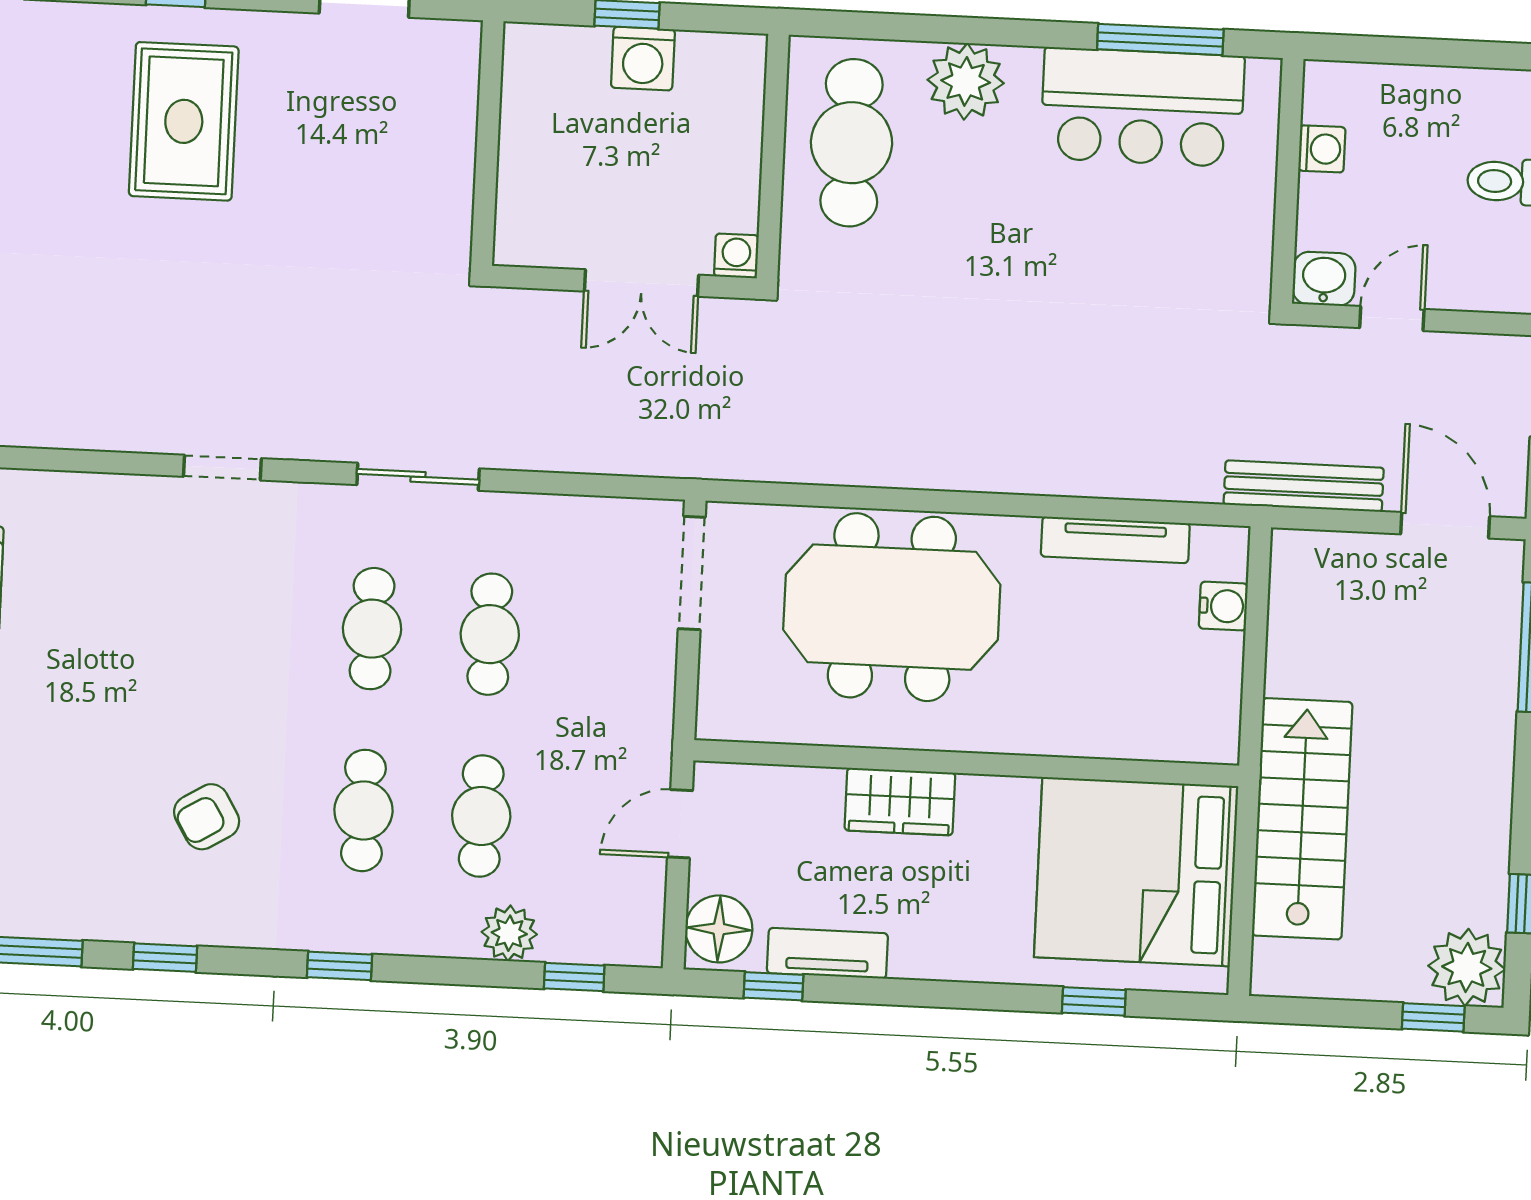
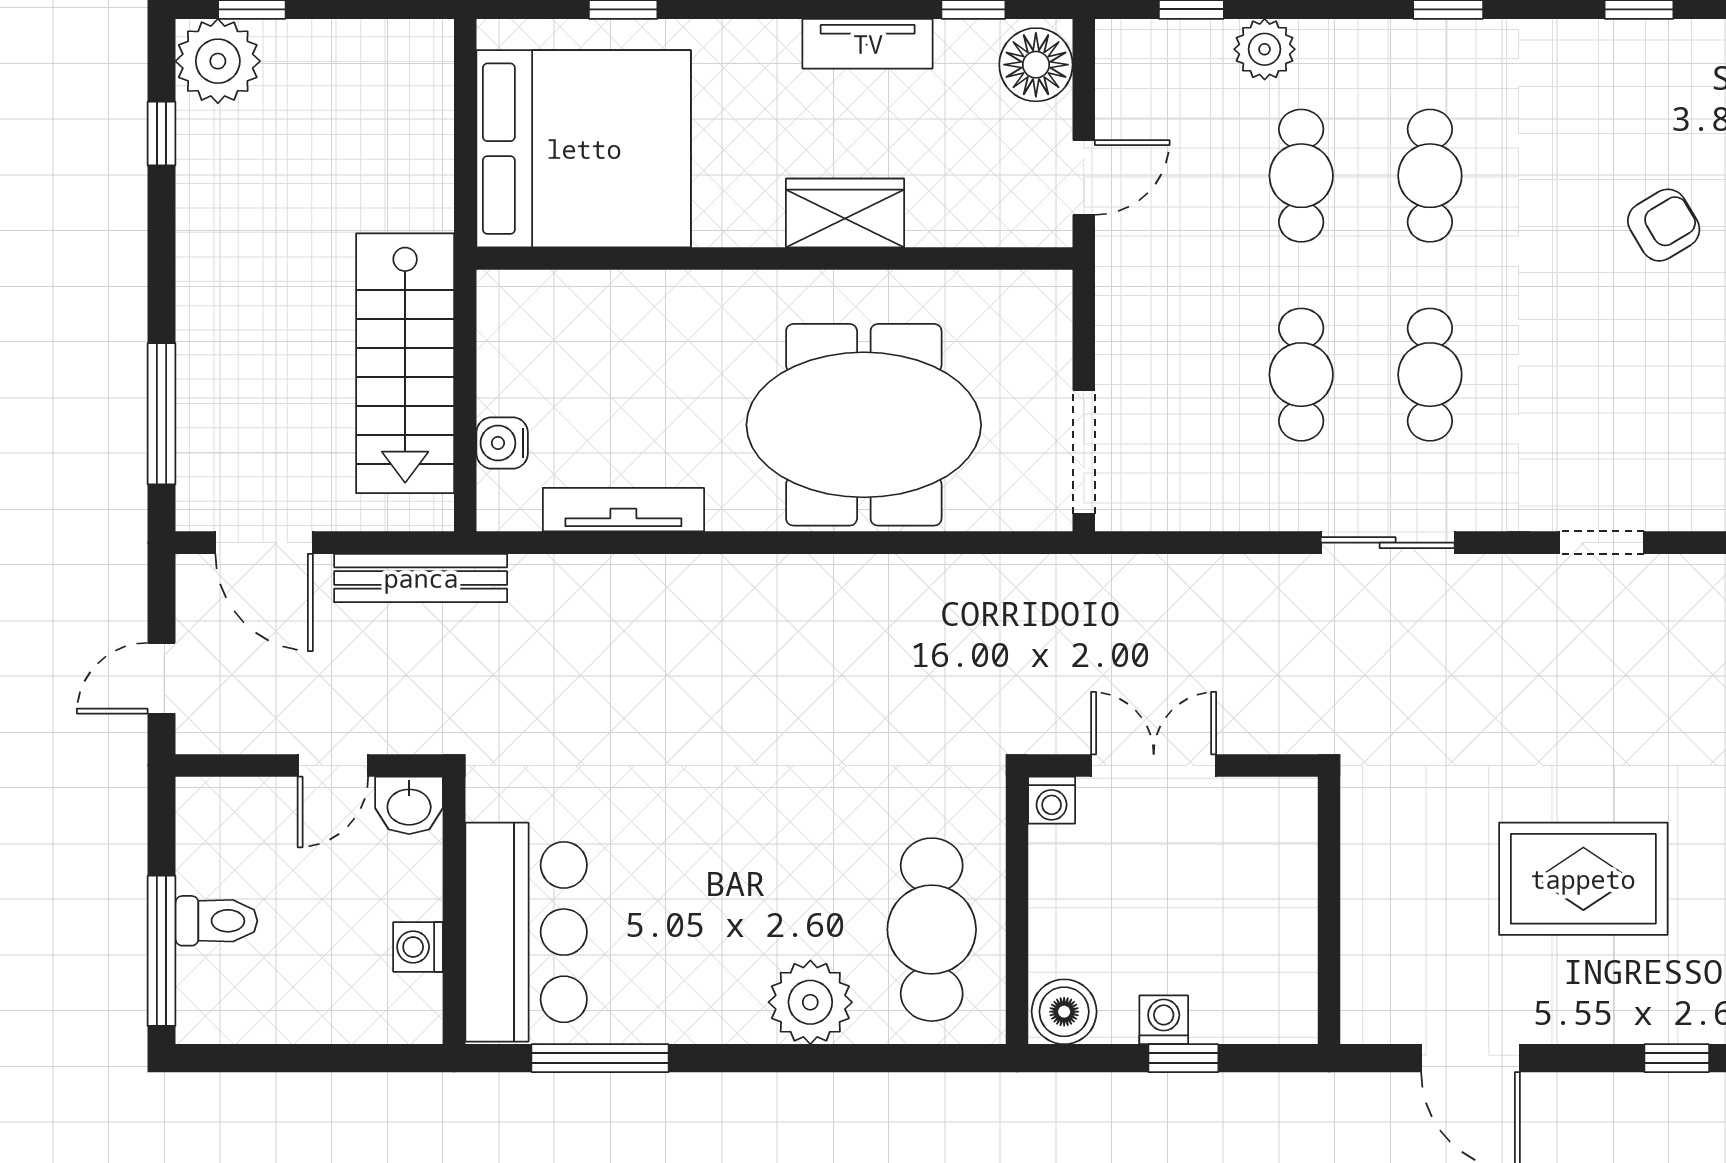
washing machine: (643, 59) -> (1164, 1020), width x0.73, depth x0.73
boiler: (734, 62) -> (1064, 1012), added
bar counter: (1142, 107) -> (526, 932), moved, turned 90
rug: (184, 121) -> (1583, 879), moved, turned 90
armchair: (207, 817) -> (1664, 225), moved
stairs: (1302, 819) -> (405, 363), moved
tv unit: (827, 953) -> (868, 44), moved

